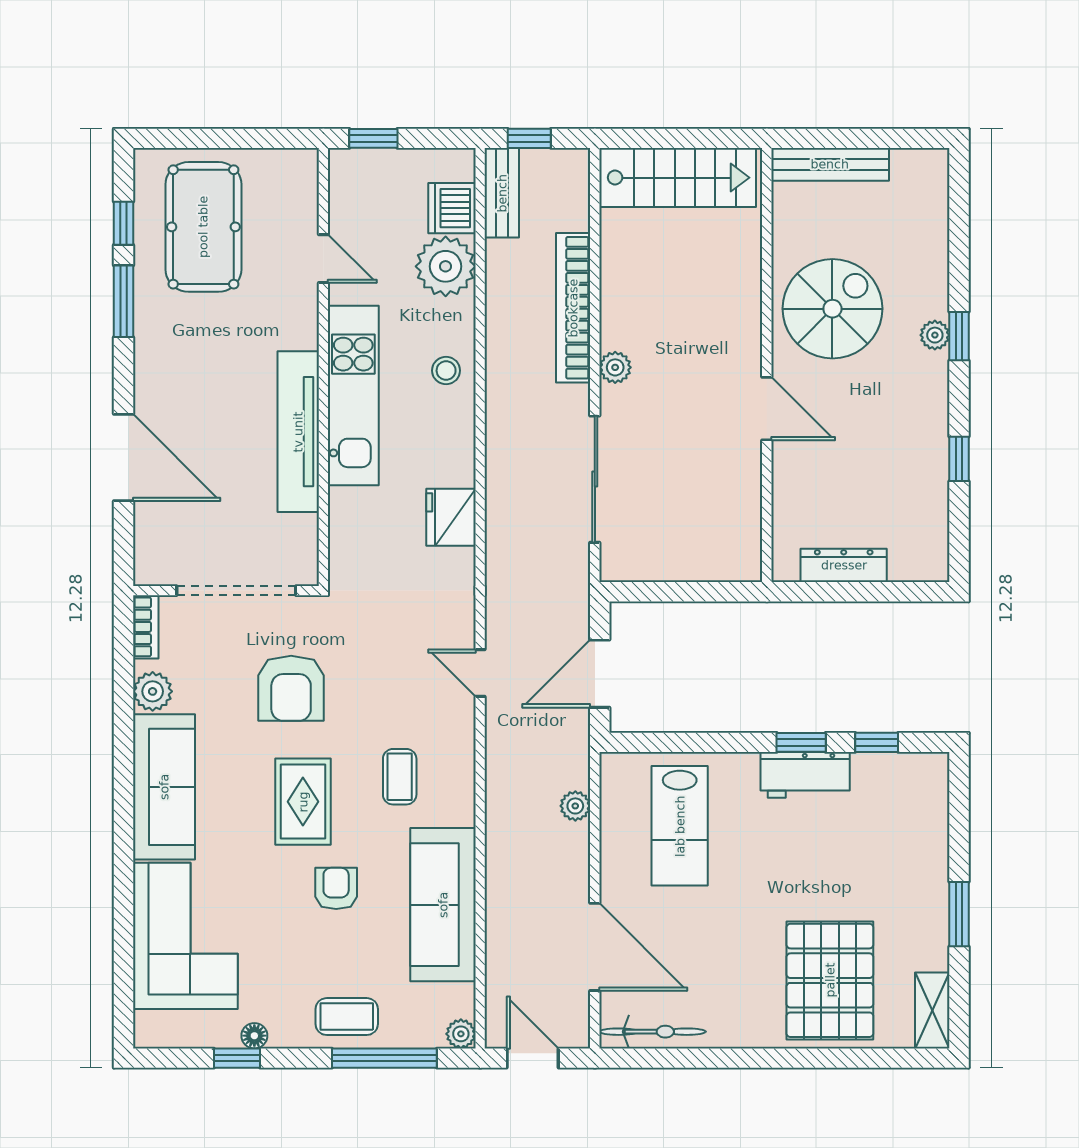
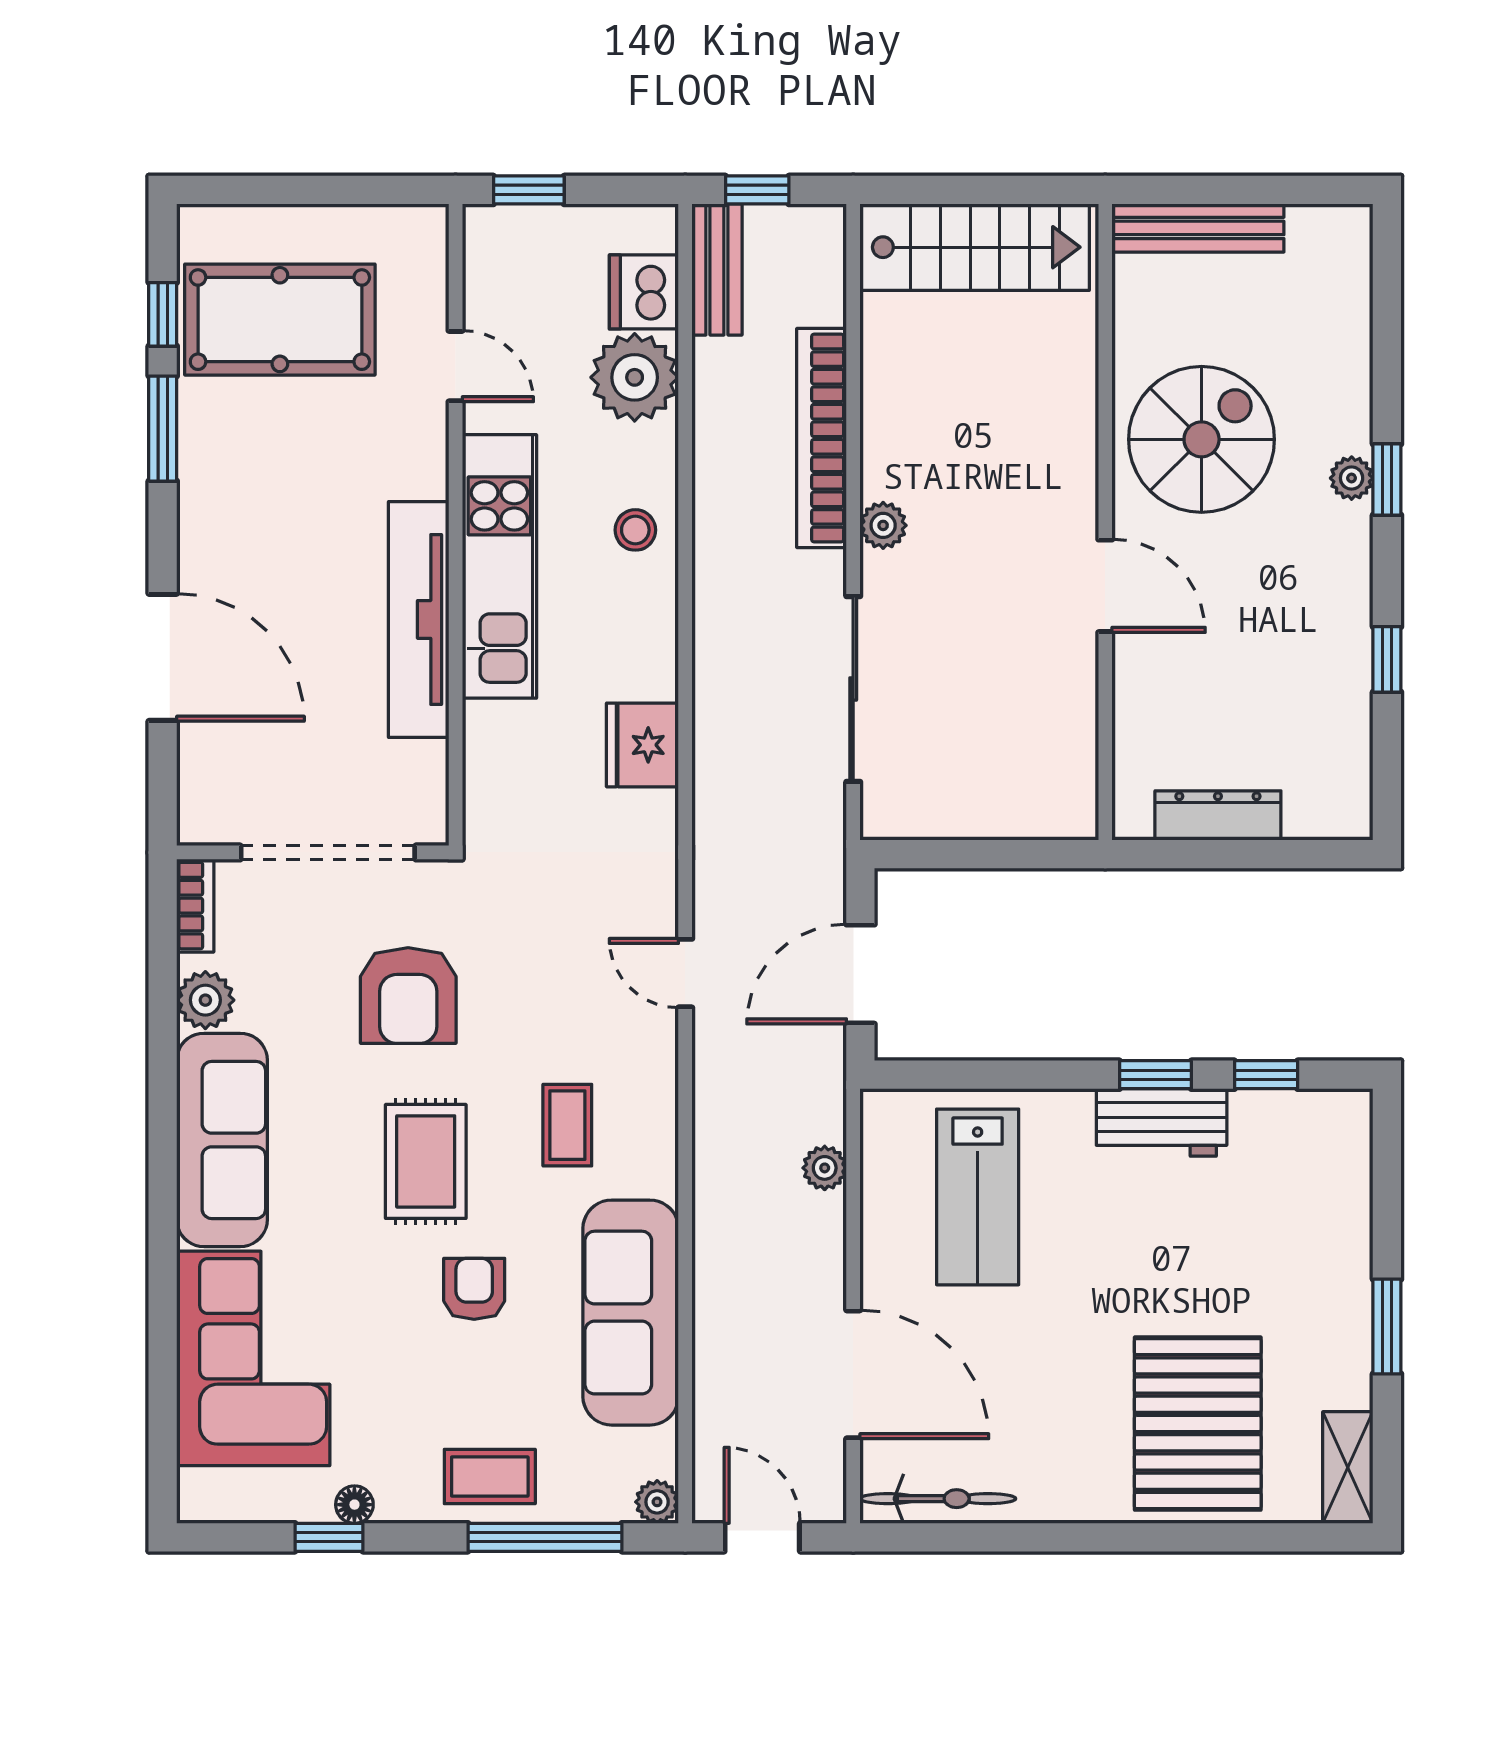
pool table: (203, 227) -> (280, 320), turned 90

